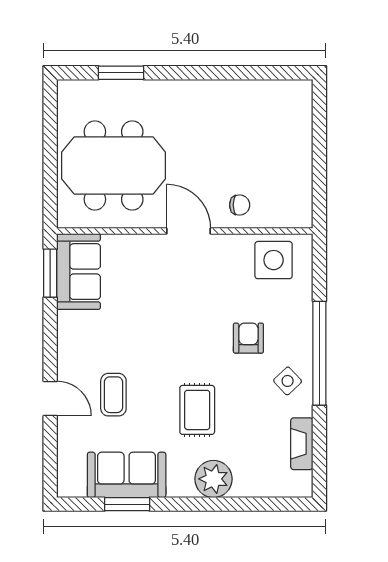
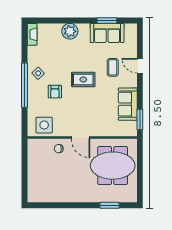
sofa: (79, 272) -> (128, 104), moved
rug: (197, 410) -> (83, 79), moved, turned 90
fireplace: (302, 444) -> (32, 34), moved

